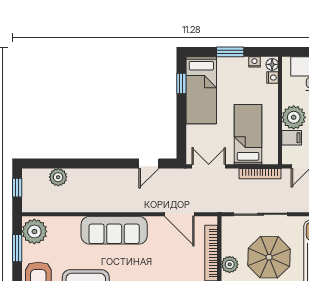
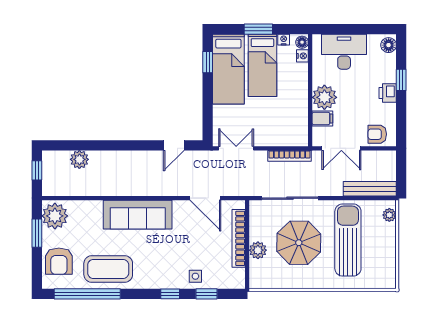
bed: (248, 134) -> (262, 65), moved, turned 180

